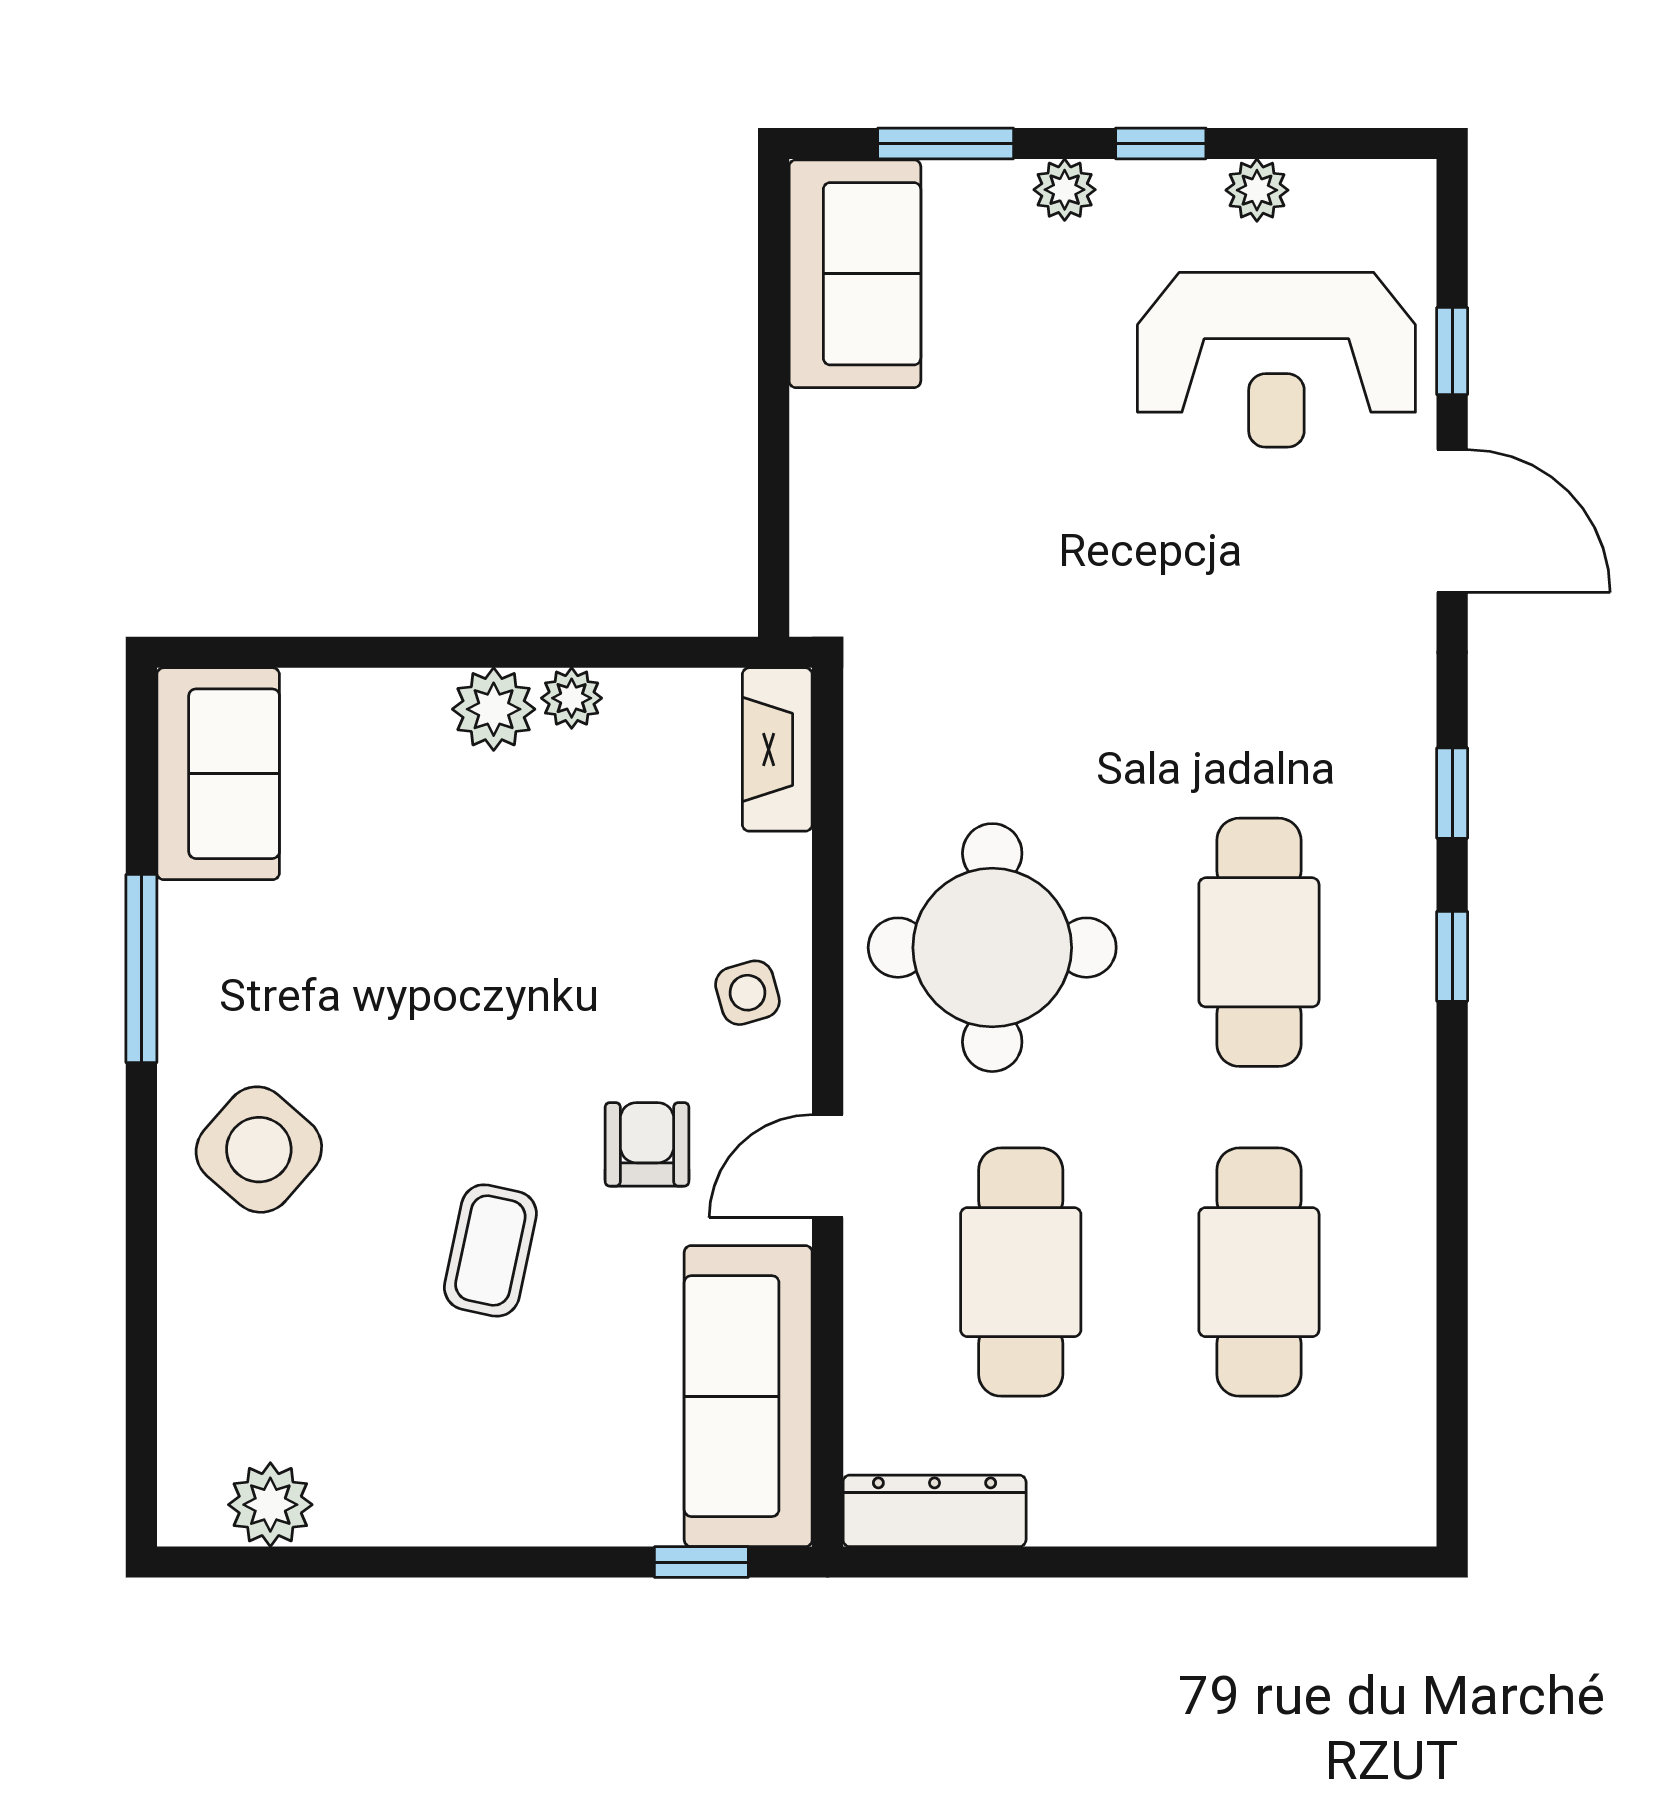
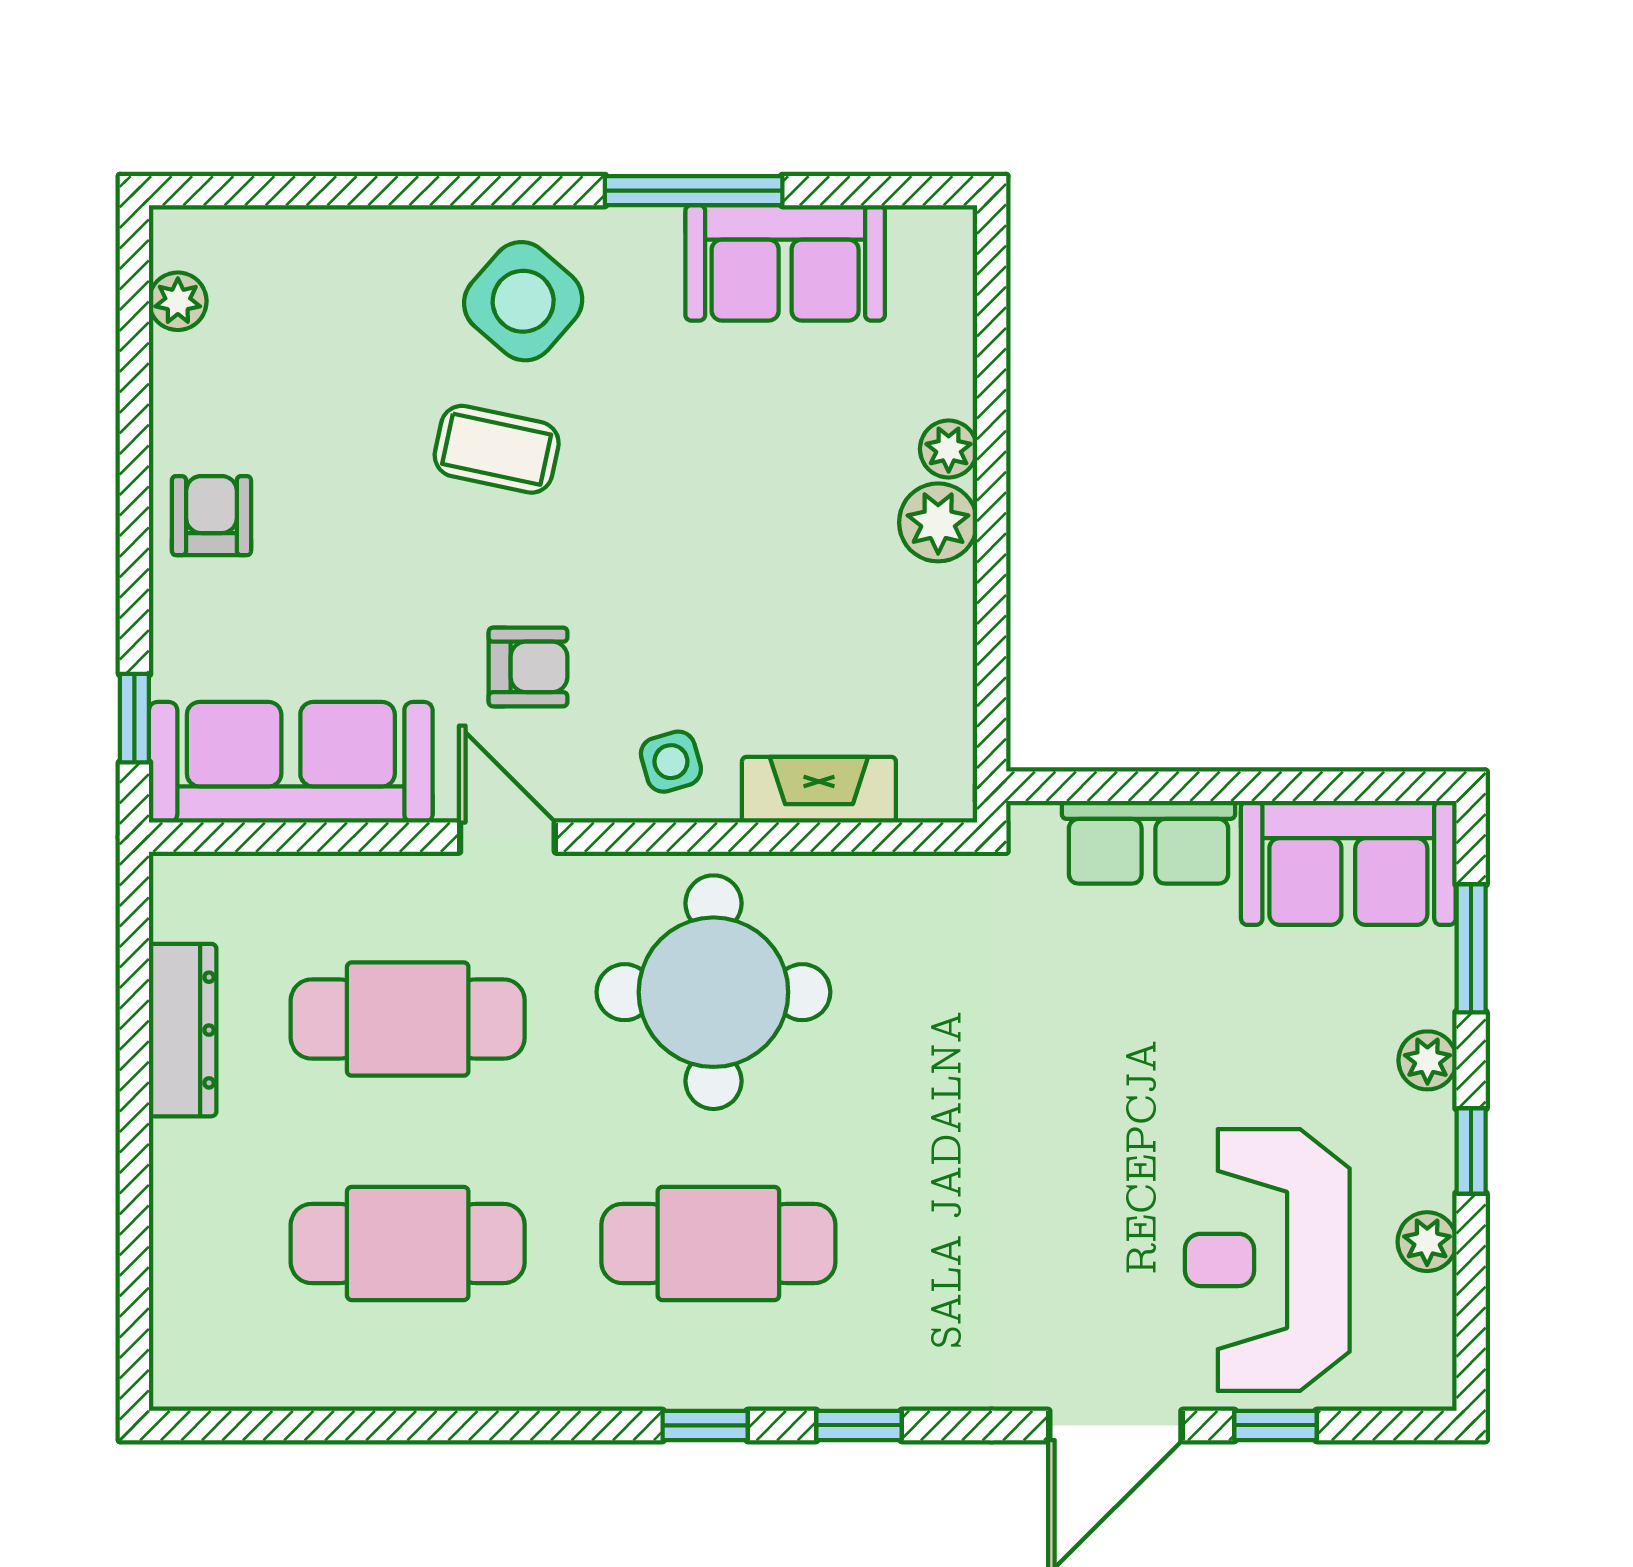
row of seats: (833, 486) -> (1149, 842), added
plant: (572, 698) -> (949, 449), moved
fireplace: (777, 749) -> (819, 790), moved
sofa: (218, 774) -> (785, 263), moved
coffee table: (490, 1250) -> (497, 449), moved
armchair: (486, 1480) -> (211, 516), added
plant: (270, 1505) -> (178, 301), width x0.73, depth x0.73
dresser: (935, 1511) -> (183, 1030), moved

